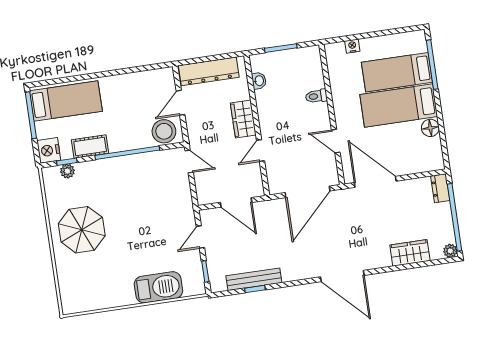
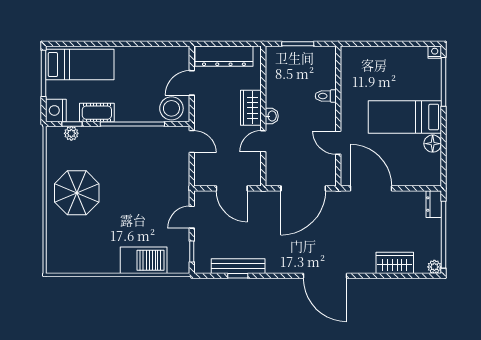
nightstand: (352, 46) -> (435, 52), moved
bed: (397, 72) -> (408, 84), removed
washbasin: (259, 81) -> (272, 116), moved

